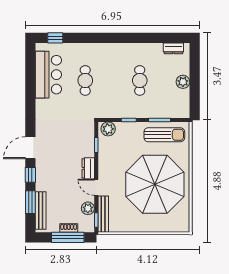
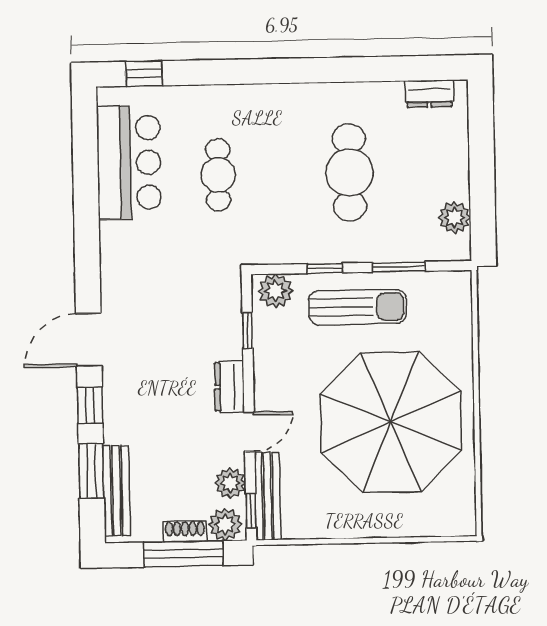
cafe table: (140, 80) -> (349, 172), width x1.37, depth x1.35
plant: (183, 82) -> (455, 218), moved
sun lounger: (164, 135) -> (358, 307), moved
door: (96, 187) -> (249, 432), swing flipped
plant: (85, 225) -> (225, 524), added

